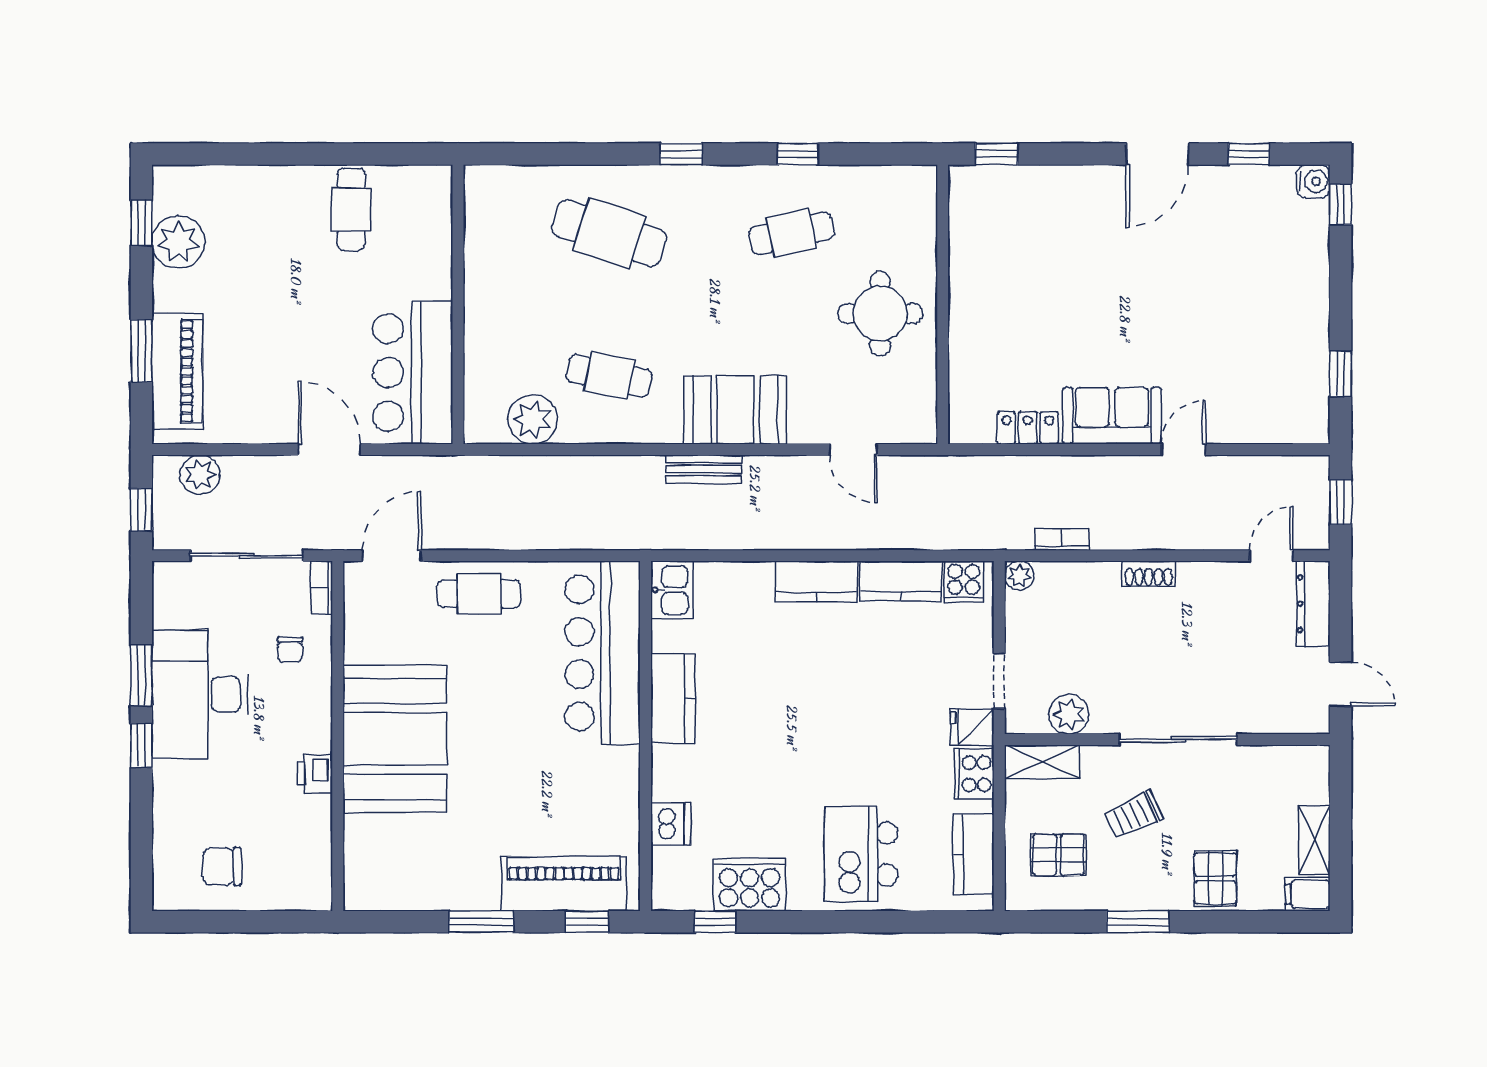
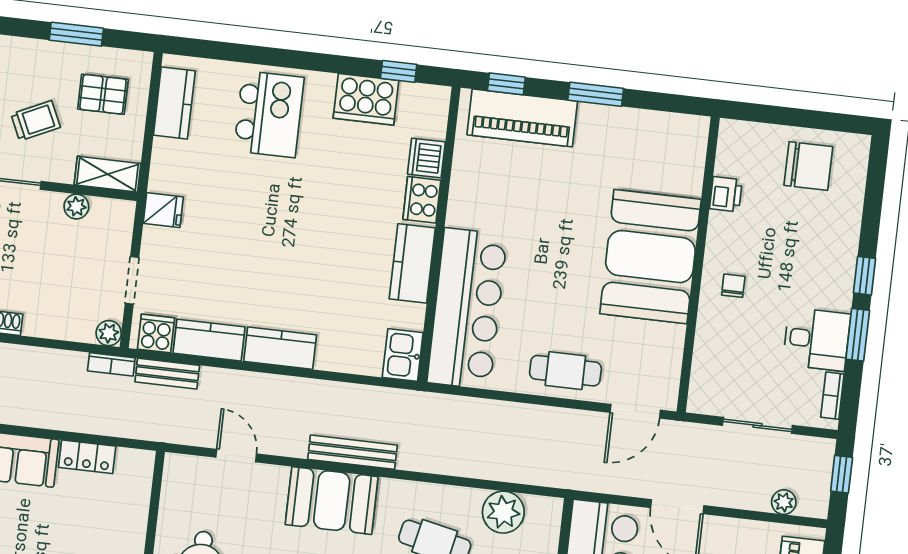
bench: (704, 469) -> (352, 452), width x1.36
plant: (200, 475) -> (784, 502), width x0.73, depth x0.73
bench: (945, 536) -> (167, 374), added
bookcase: (1062, 539) -> (111, 364), moved
sliding door: (247, 556) -> (757, 425), width x0.73
bookcase: (322, 588) -> (832, 396), moved, turned 180
chair: (290, 650) -> (733, 286), moved
doorway: (999, 681) -> (132, 280), moved
desk: (200, 694) -> (817, 339), width x0.53, depth x0.77
plant: (1069, 714) -> (76, 207), width x0.73, depth x0.73
printer: (315, 773) -> (726, 194), moved
cooker: (974, 774) -> (422, 200), moved, turned 180
chair: (222, 866) -> (808, 166), width x1.37, depth x1.37
window: (1138, 922) -> (76, 34), moved

